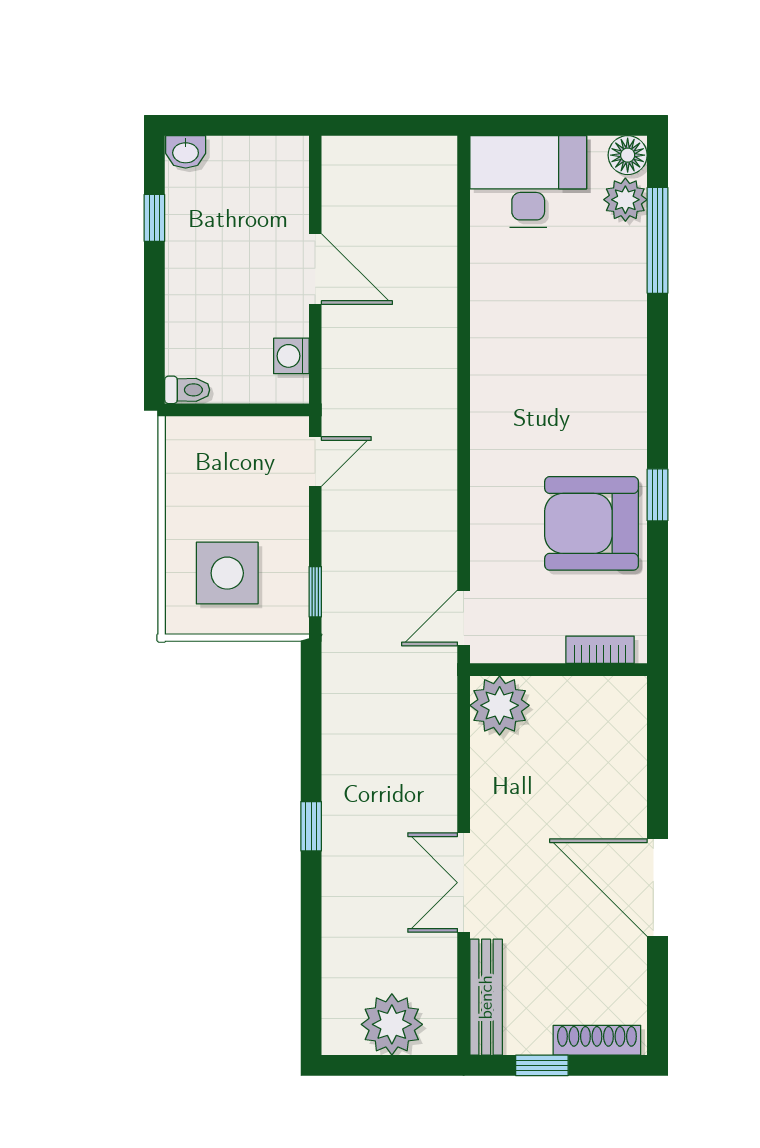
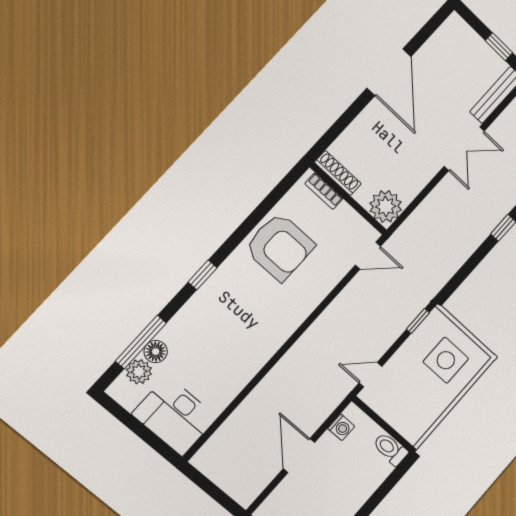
floor lamp: (628, 155) -> (156, 352), moved
toilet: (187, 390) -> (390, 449), width x1.37, depth x1.39
window: (657, 495) -> (203, 275), moved
shoe rack: (597, 1040) -> (338, 173), moved, turned 180

